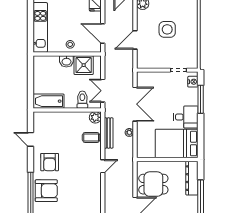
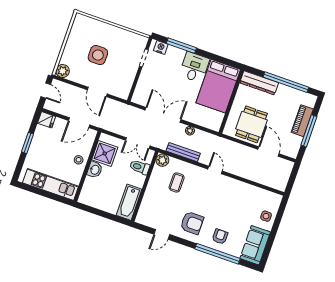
coffee table: (91, 138) -> (177, 182), moved
armchair: (46, 191) -> (220, 237), width x0.53, depth x0.53

